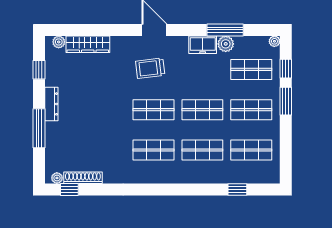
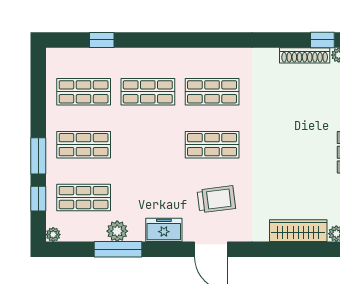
freezer: (203, 45) -> (164, 230), moved
shop shelf: (202, 110) -> (148, 145), removed

